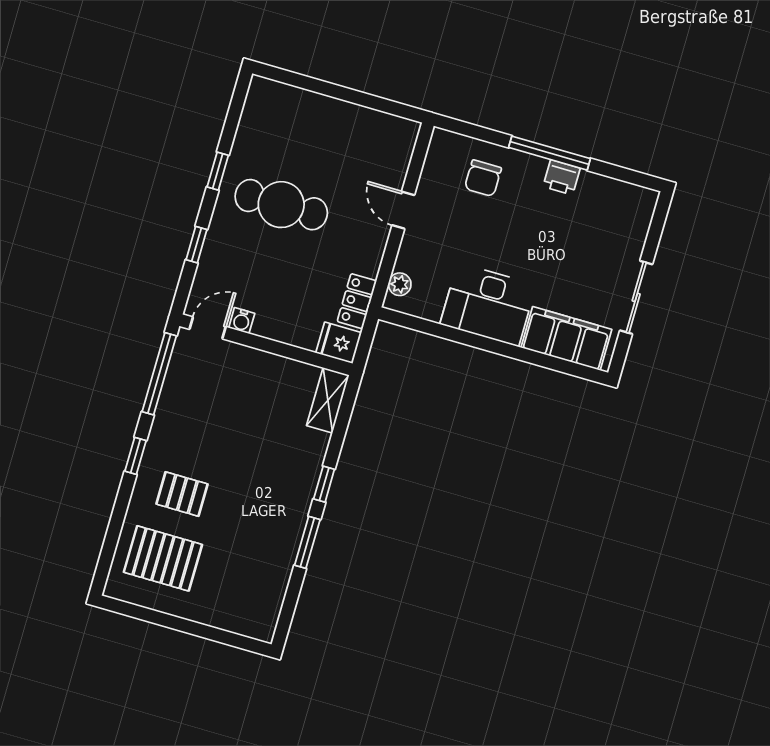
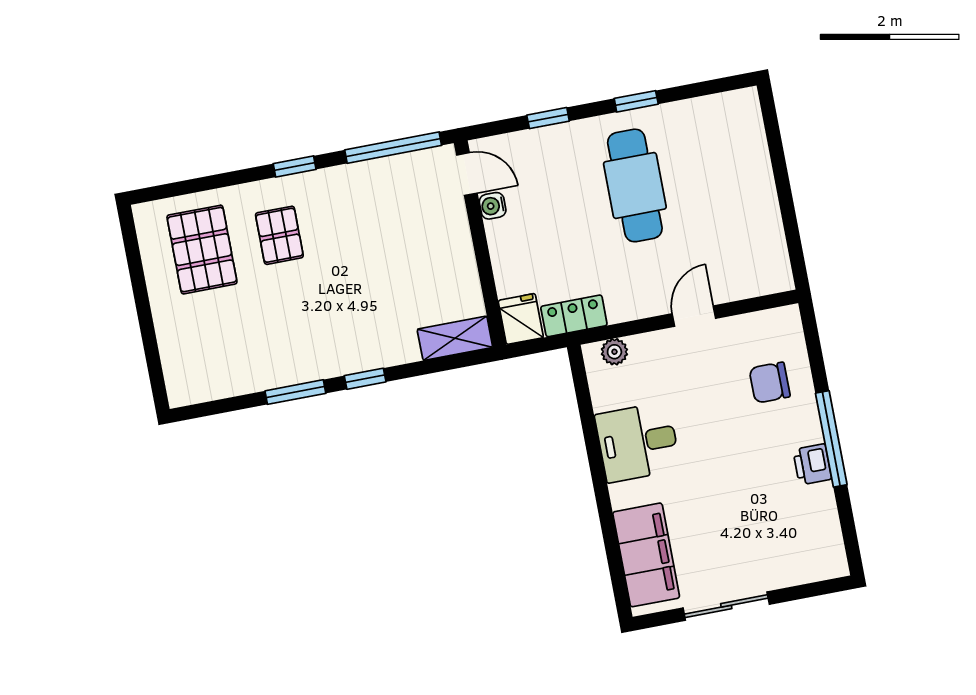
desk: (488, 305) -> (638, 442), width x0.73

